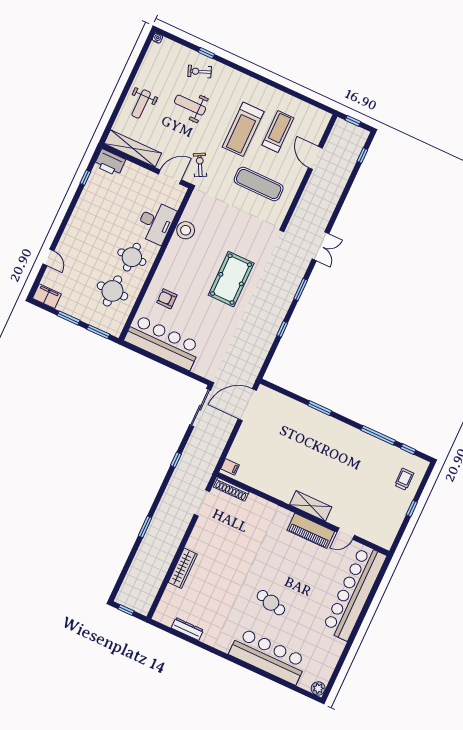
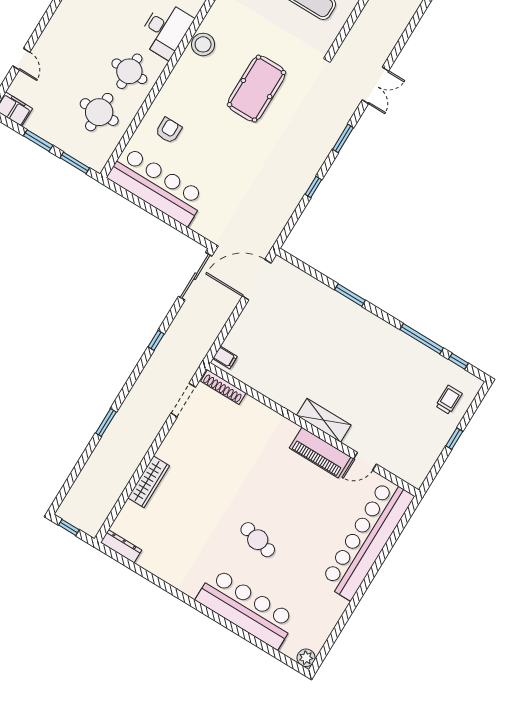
pool table: (231, 279) -> (256, 89), moved
armchair: (167, 299) -> (169, 130), turned 90
dresser: (187, 629) -> (121, 546), moved

